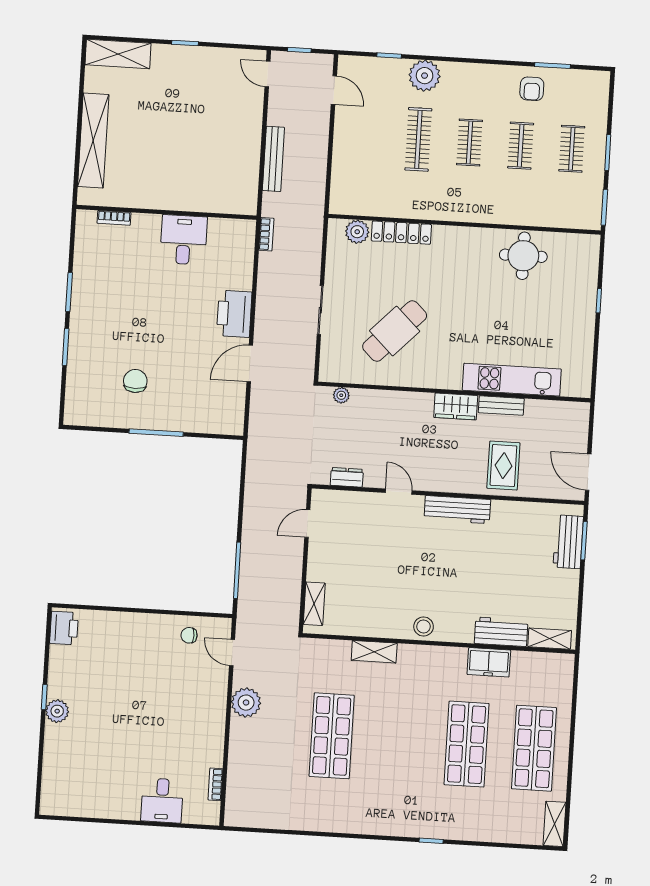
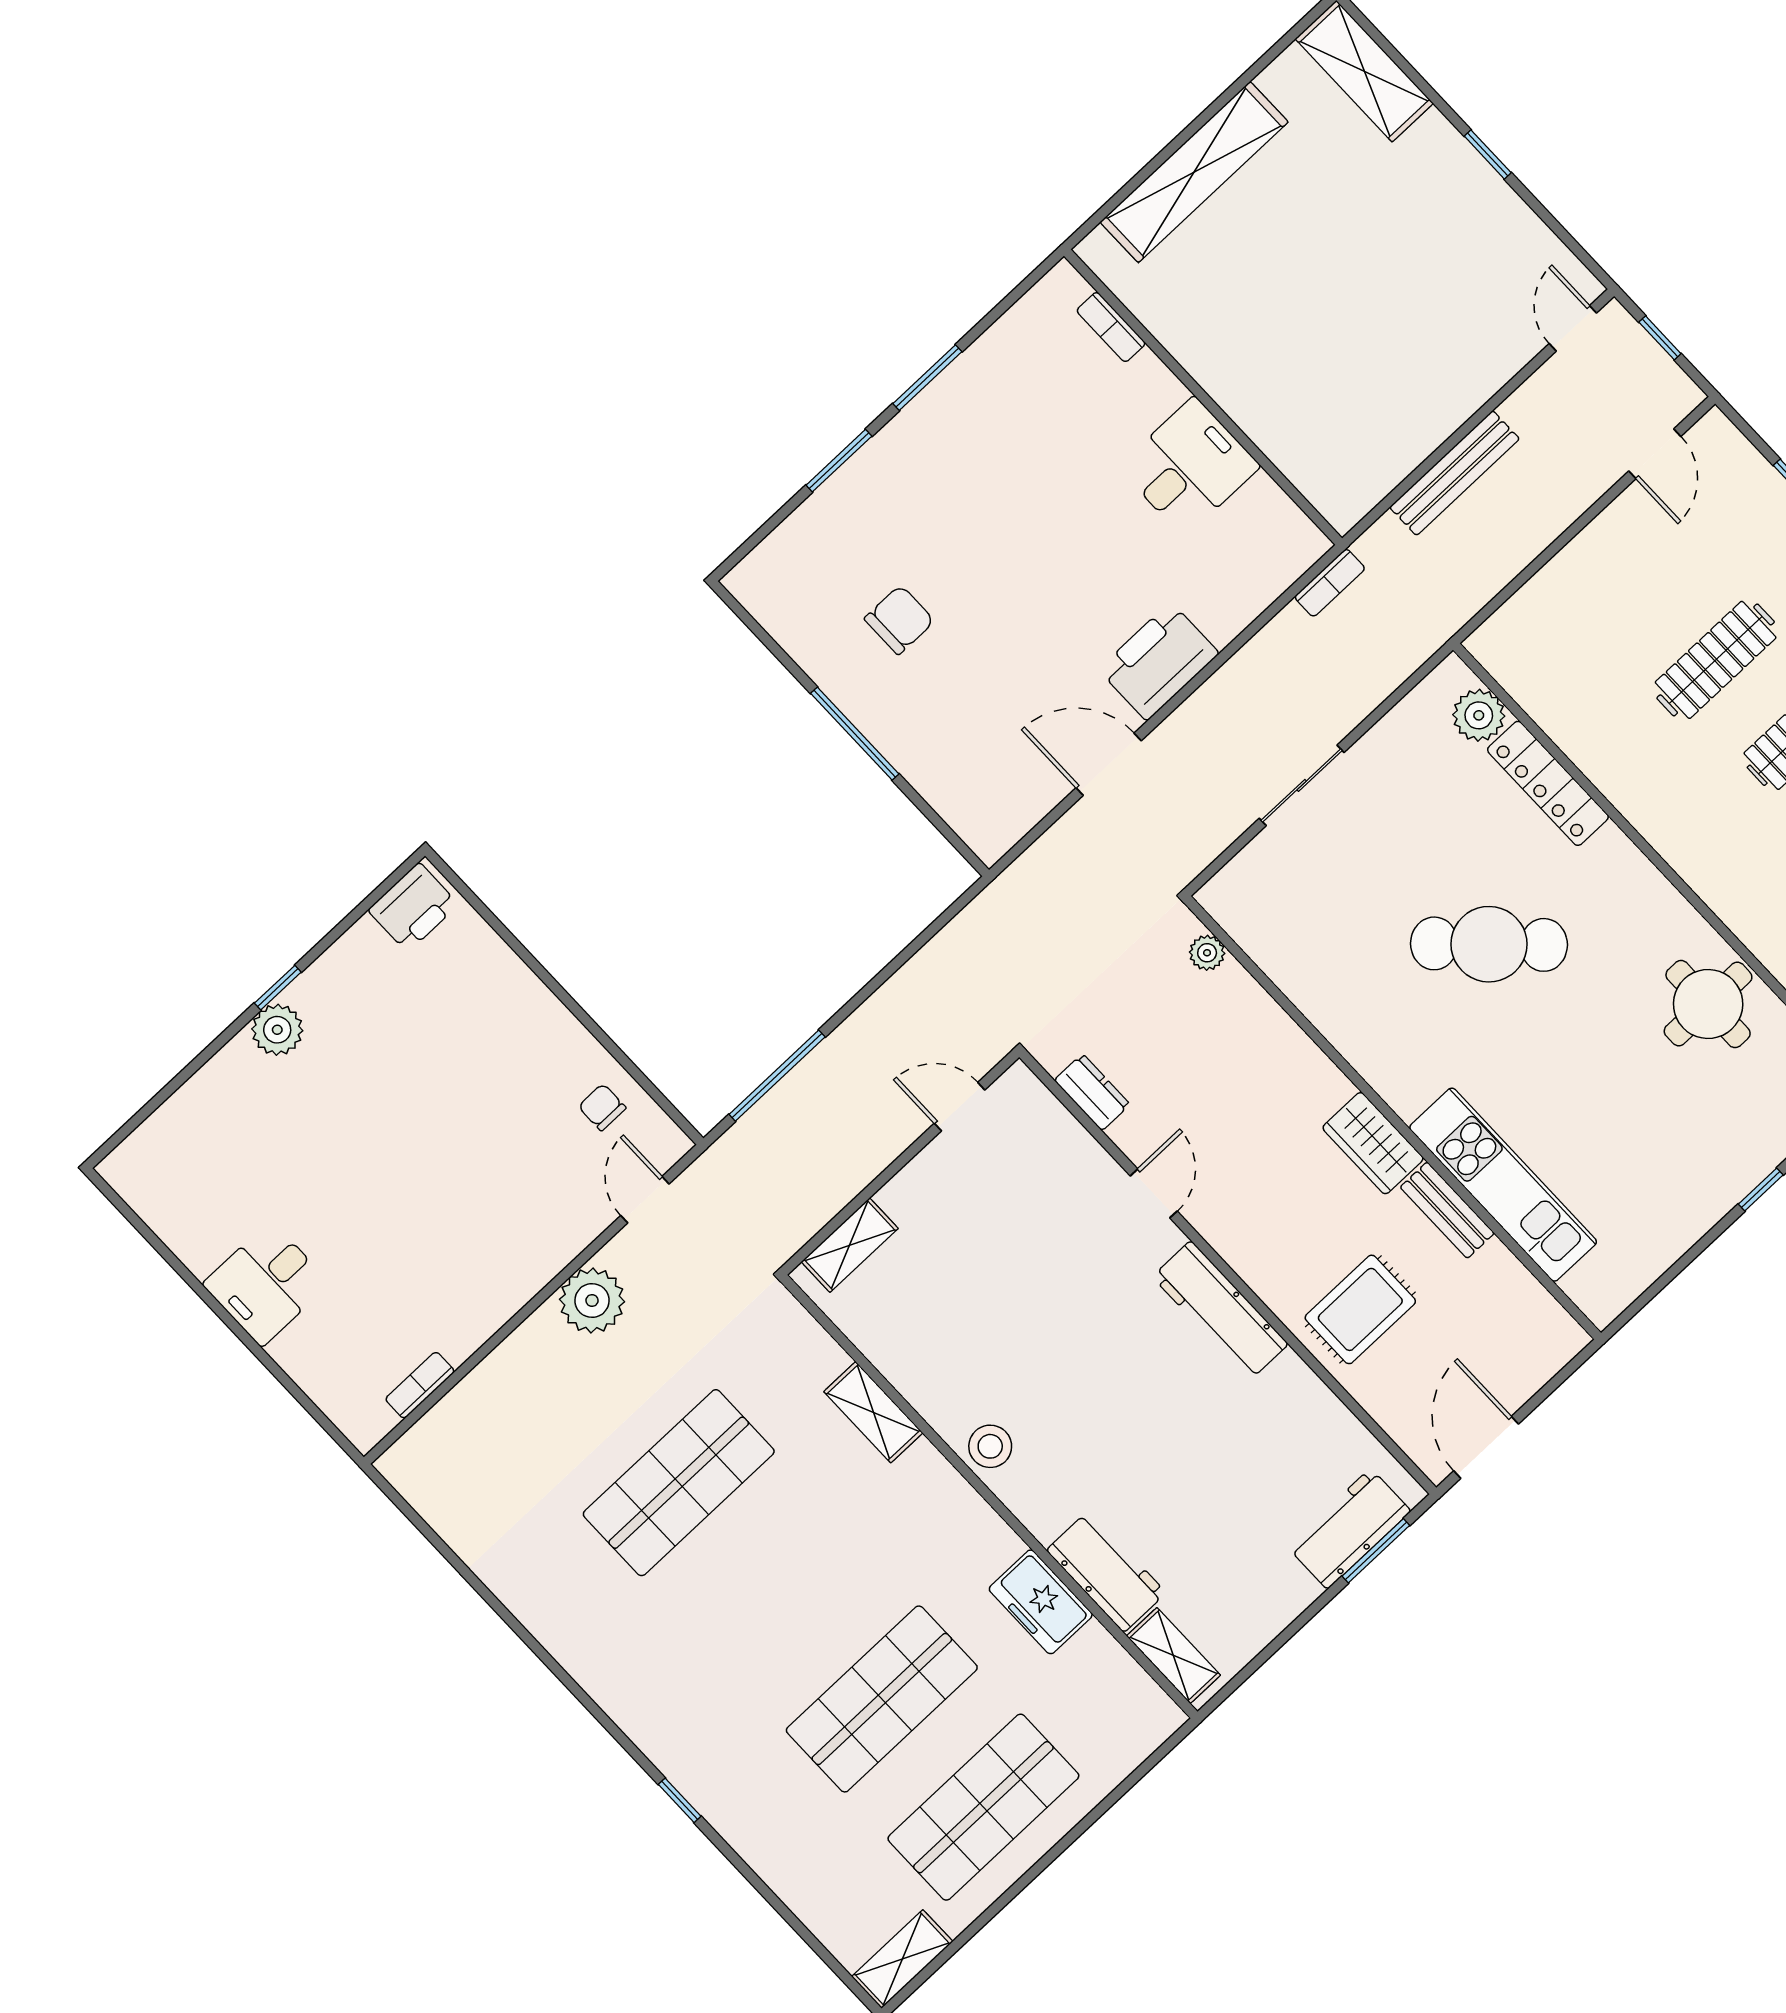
cafe table: (395, 331) -> (1489, 944), moved
desk: (162, 800) -> (266, 1284), moved

